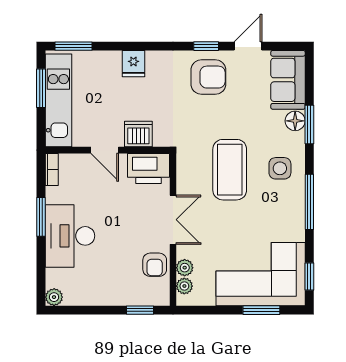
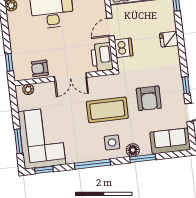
armchair: (208, 77) -> (149, 98), moved
floor lamp: (295, 121) -> (133, 150), moved
plant: (185, 268) -> (40, 88), removed

